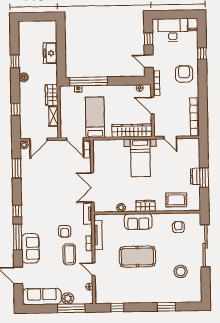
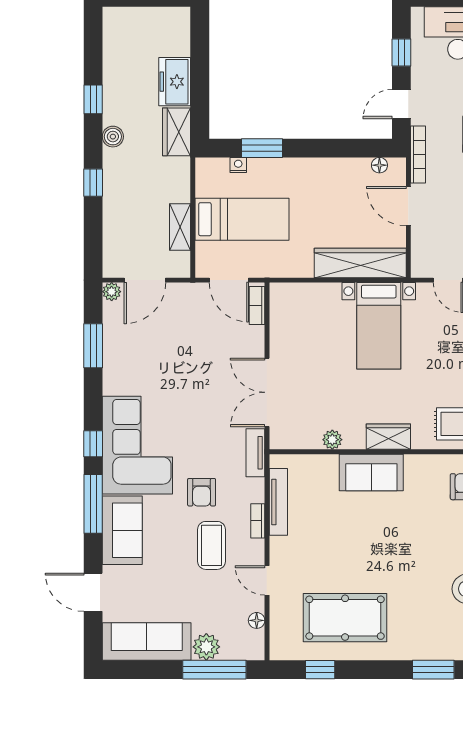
door: (149, 61) -> (401, 104), hinge flipped
window: (89, 81) -> (262, 148), width x0.47
wardrobe: (52, 95) -> (177, 132), moved
window: (16, 109) -> (93, 183), moved
bed: (95, 117) -> (242, 219), moved, turned 90
corner sofa: (36, 211) -> (137, 445), added
pool table: (137, 257) -> (345, 618), moved

